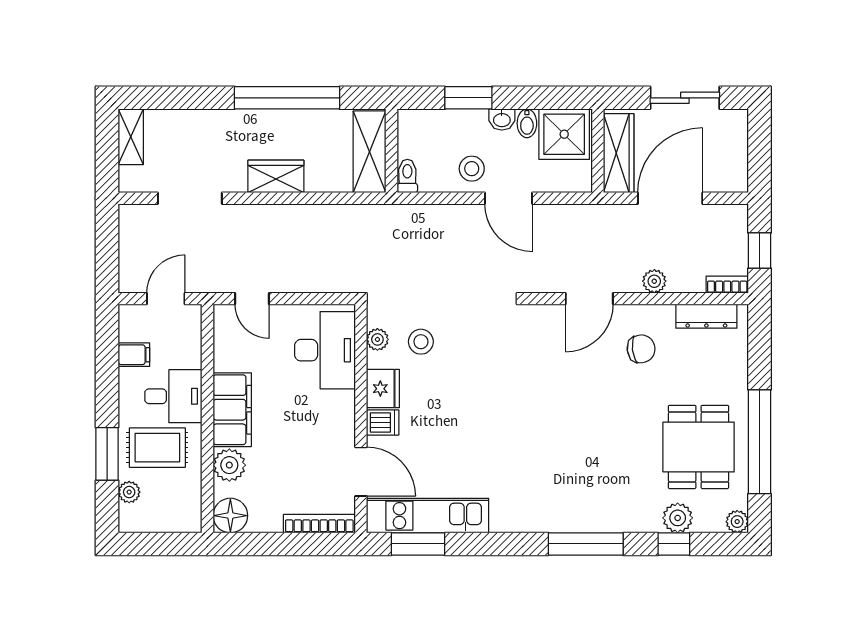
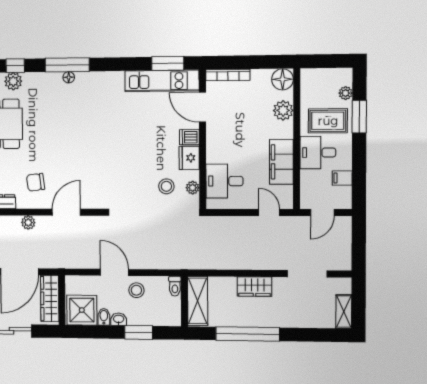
desk: (325, 350) -> (224, 181), width x0.73
filing cabinet: (232, 410) -> (281, 162), moved
floor lamp: (583, 523) -> (69, 77), added

